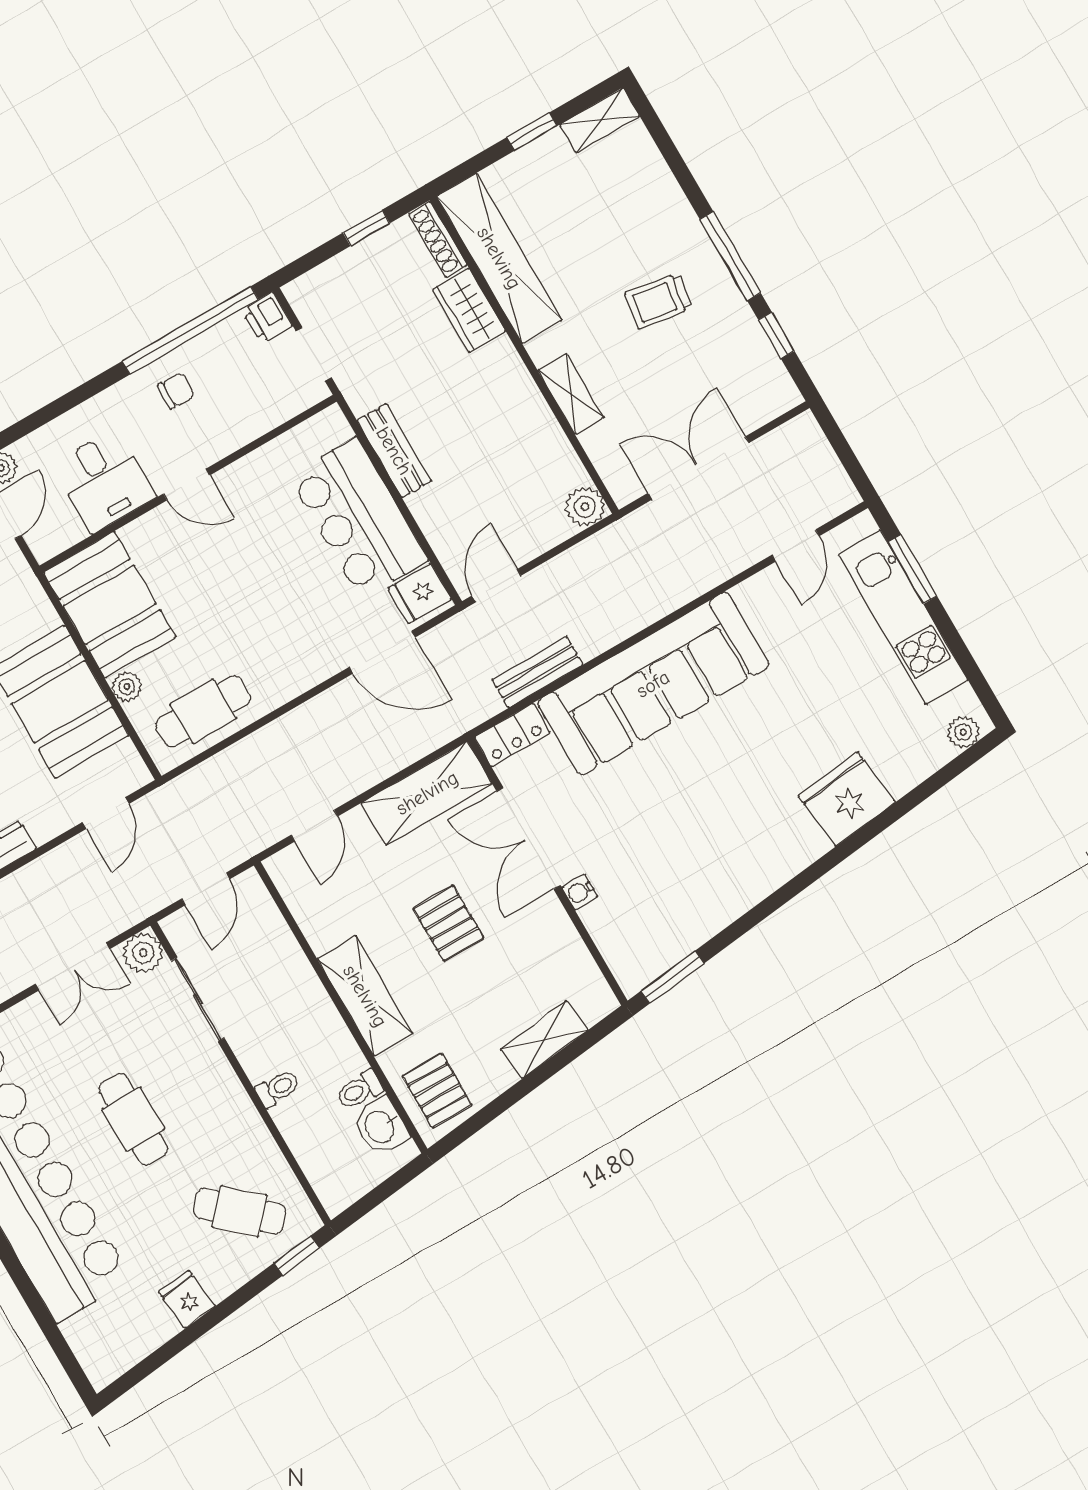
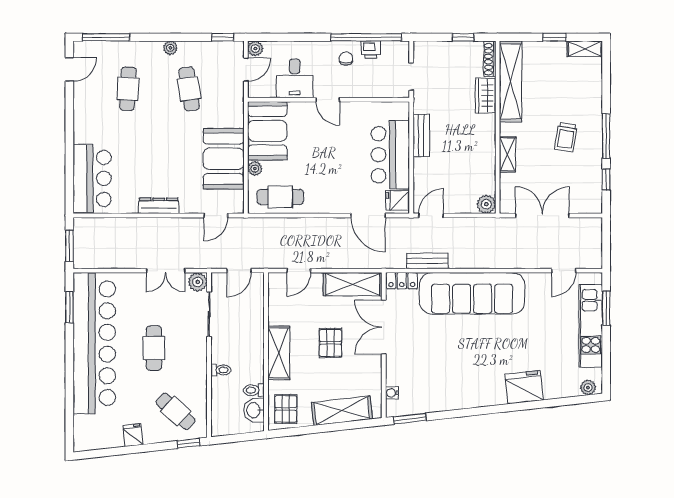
trolley: (658, 301) -> (566, 137), turned -90
printer: (267, 318) -> (371, 50), moved, turned -90
chair: (176, 391) -> (346, 59), turned -92
water cooler: (580, 892) -> (392, 393), moved
shelving: (544, 1039) -> (342, 411), width x1.50, depth x1.33

